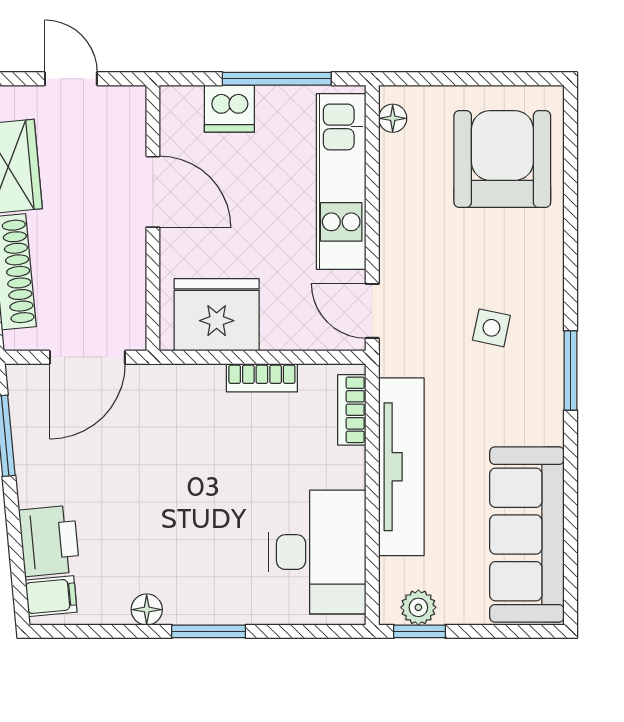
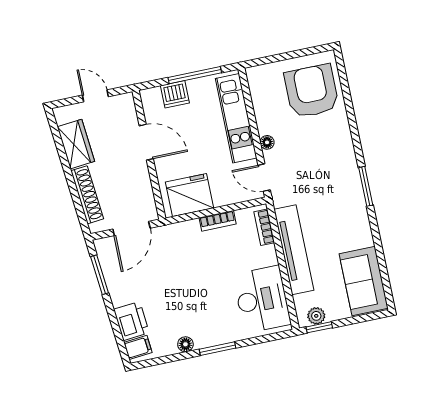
floor lamp: (393, 118) -> (267, 142), moved
side table: (491, 328) -> (323, 174), removed
sofa: (527, 534) -> (364, 281), width x0.73

